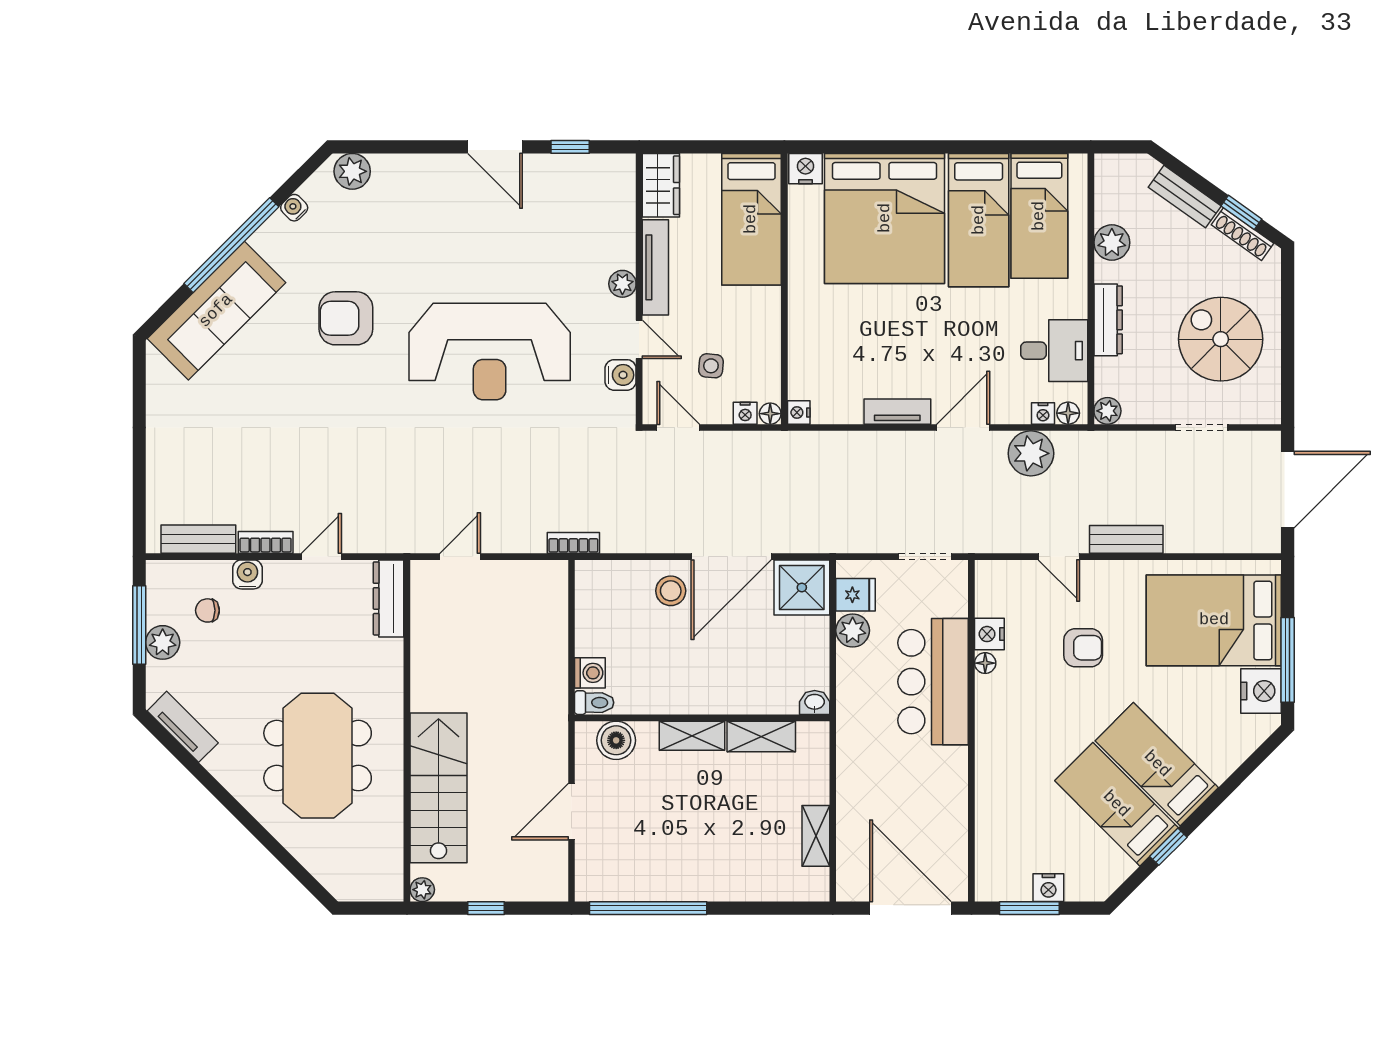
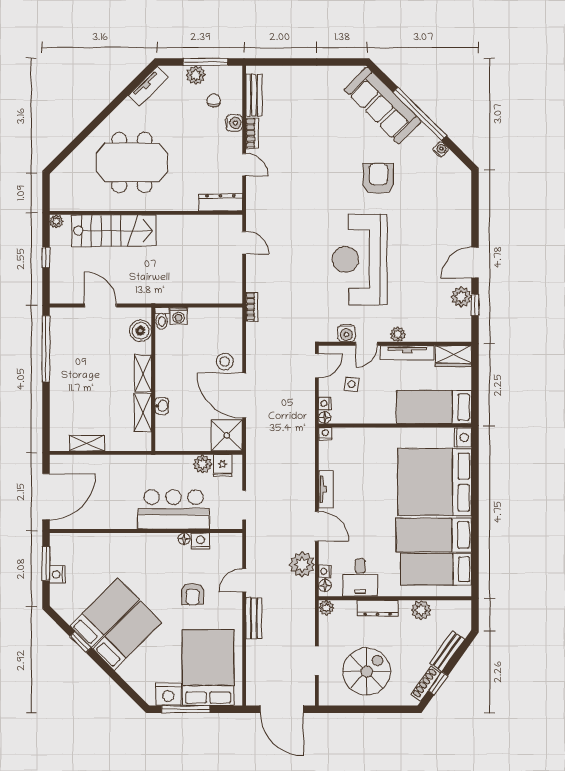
plant: (352, 171) -> (461, 297), moved
washbasin: (815, 702) -> (162, 406), moved

